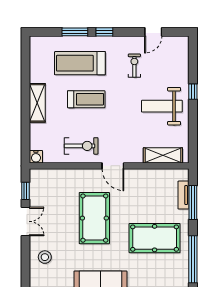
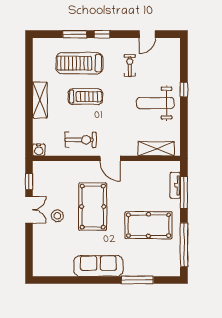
stool: (45, 257) -> (57, 216), moved

